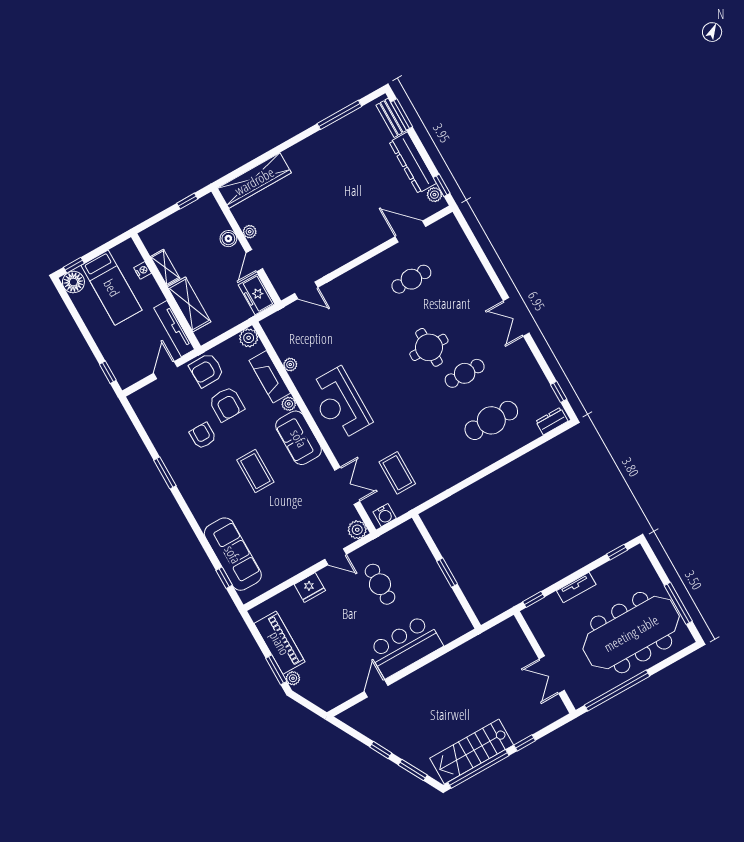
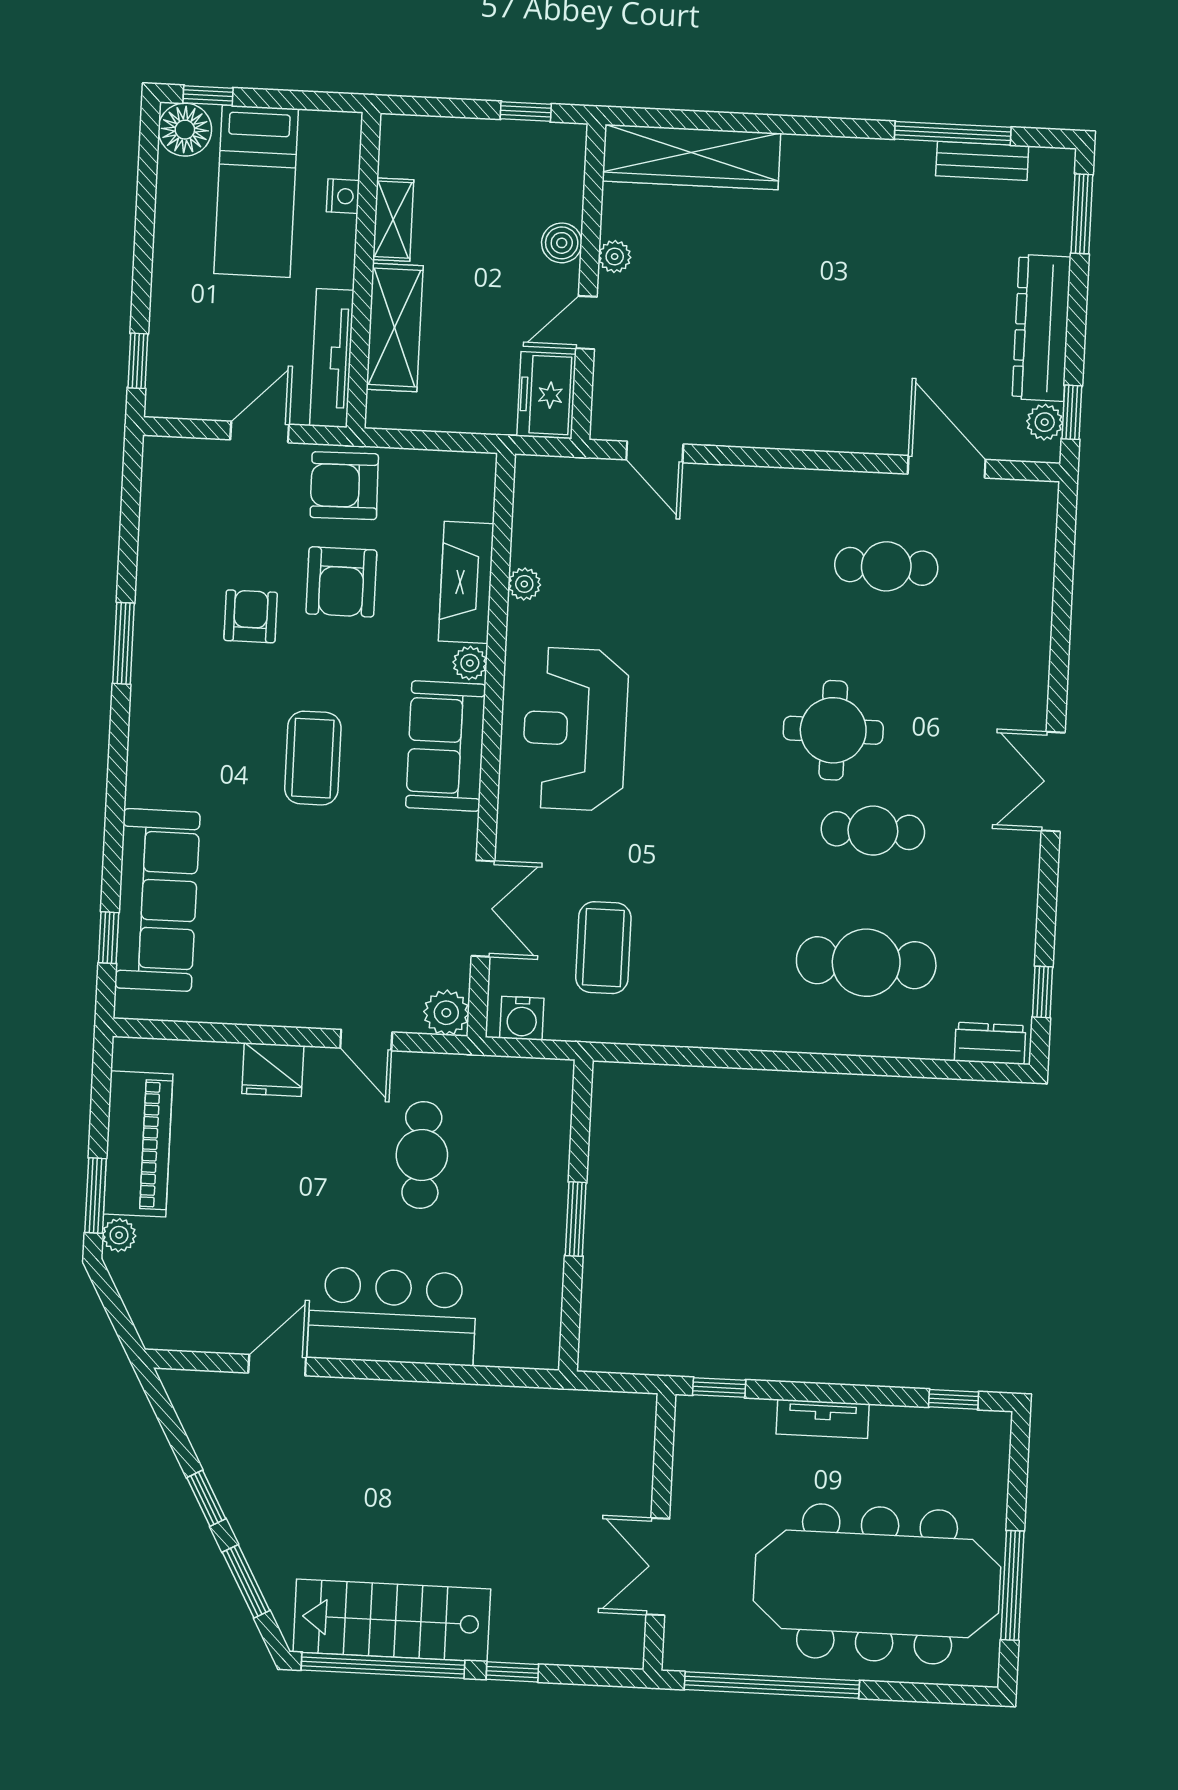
bench: (391, 118) -> (982, 161), moved, turned 90
plant: (249, 338) -> (473, 474), removed

